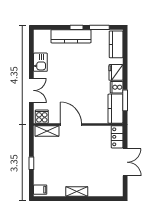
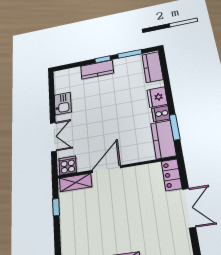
kitchen counter: (71, 36) -> (97, 70), width x0.67
door: (71, 124) -> (106, 169), hinge flipped
window: (31, 163) -> (56, 207), moved

